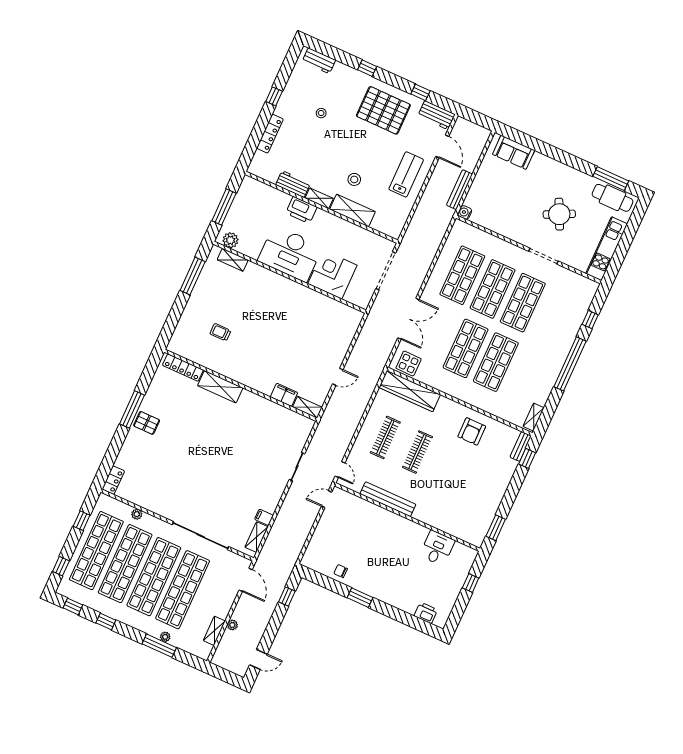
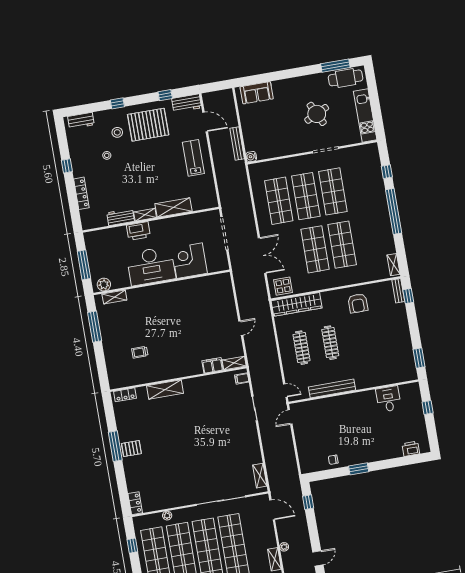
stool: (354, 179) -> (117, 132), moved
locker: (183, 368) -> (125, 395), width x0.66
filing cabinet: (264, 517) -> (242, 379), moved

